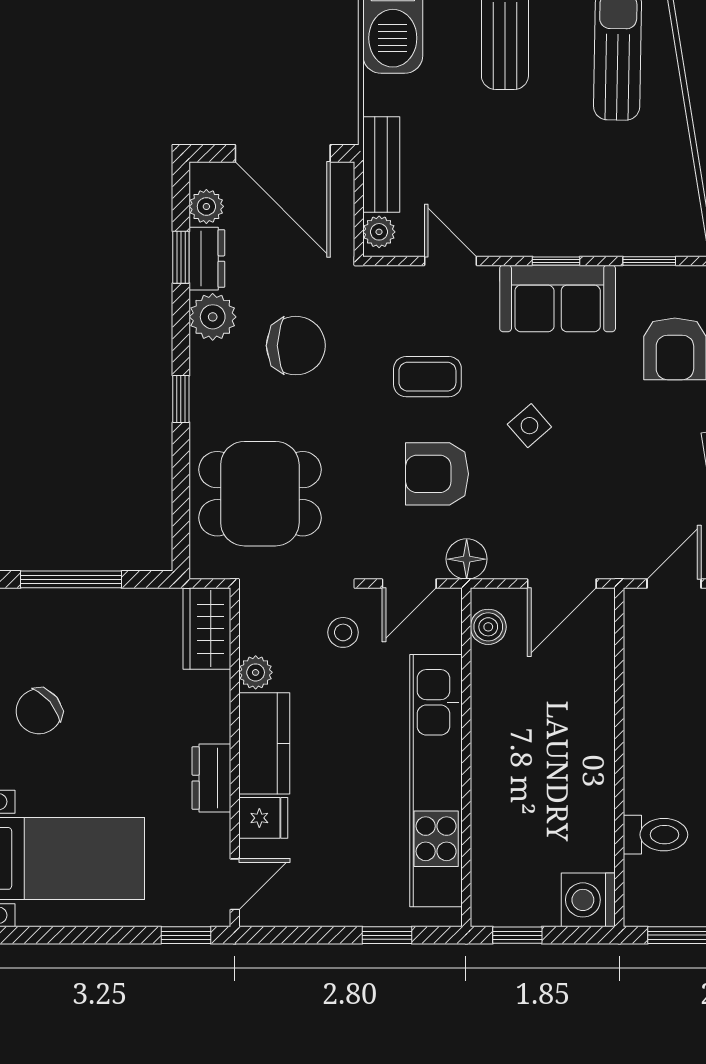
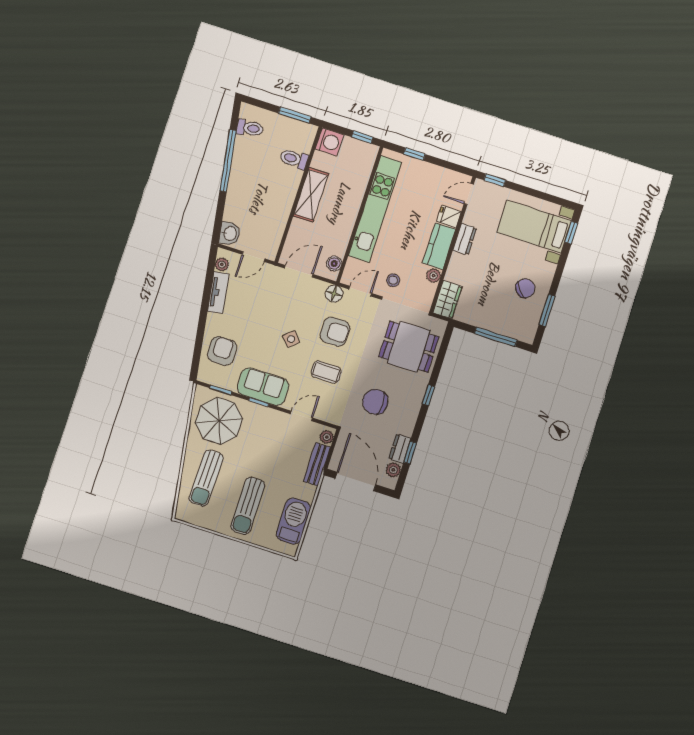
parasol: (631, 191) -> (219, 421), added
door: (451, 261) -> (302, 416), swing flipped
plant: (213, 317) -> (405, 424), removed
shelving: (591, 766) -> (311, 195), added

